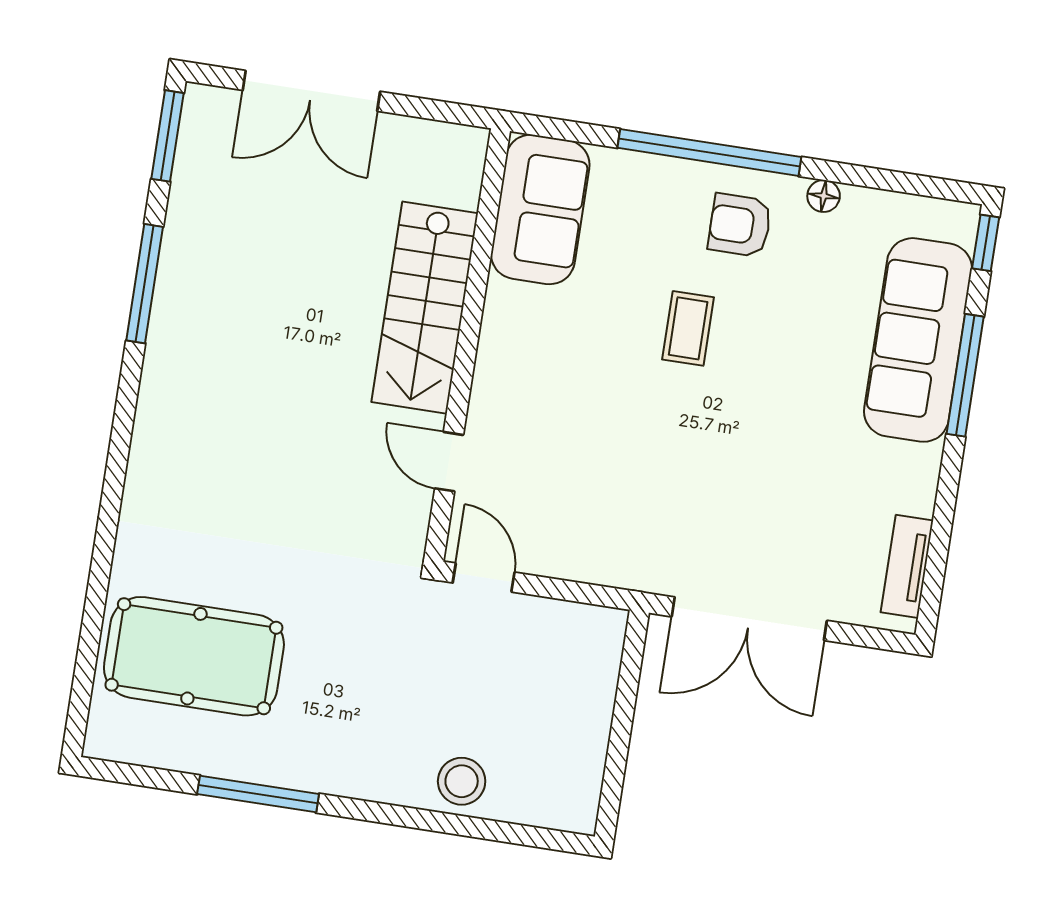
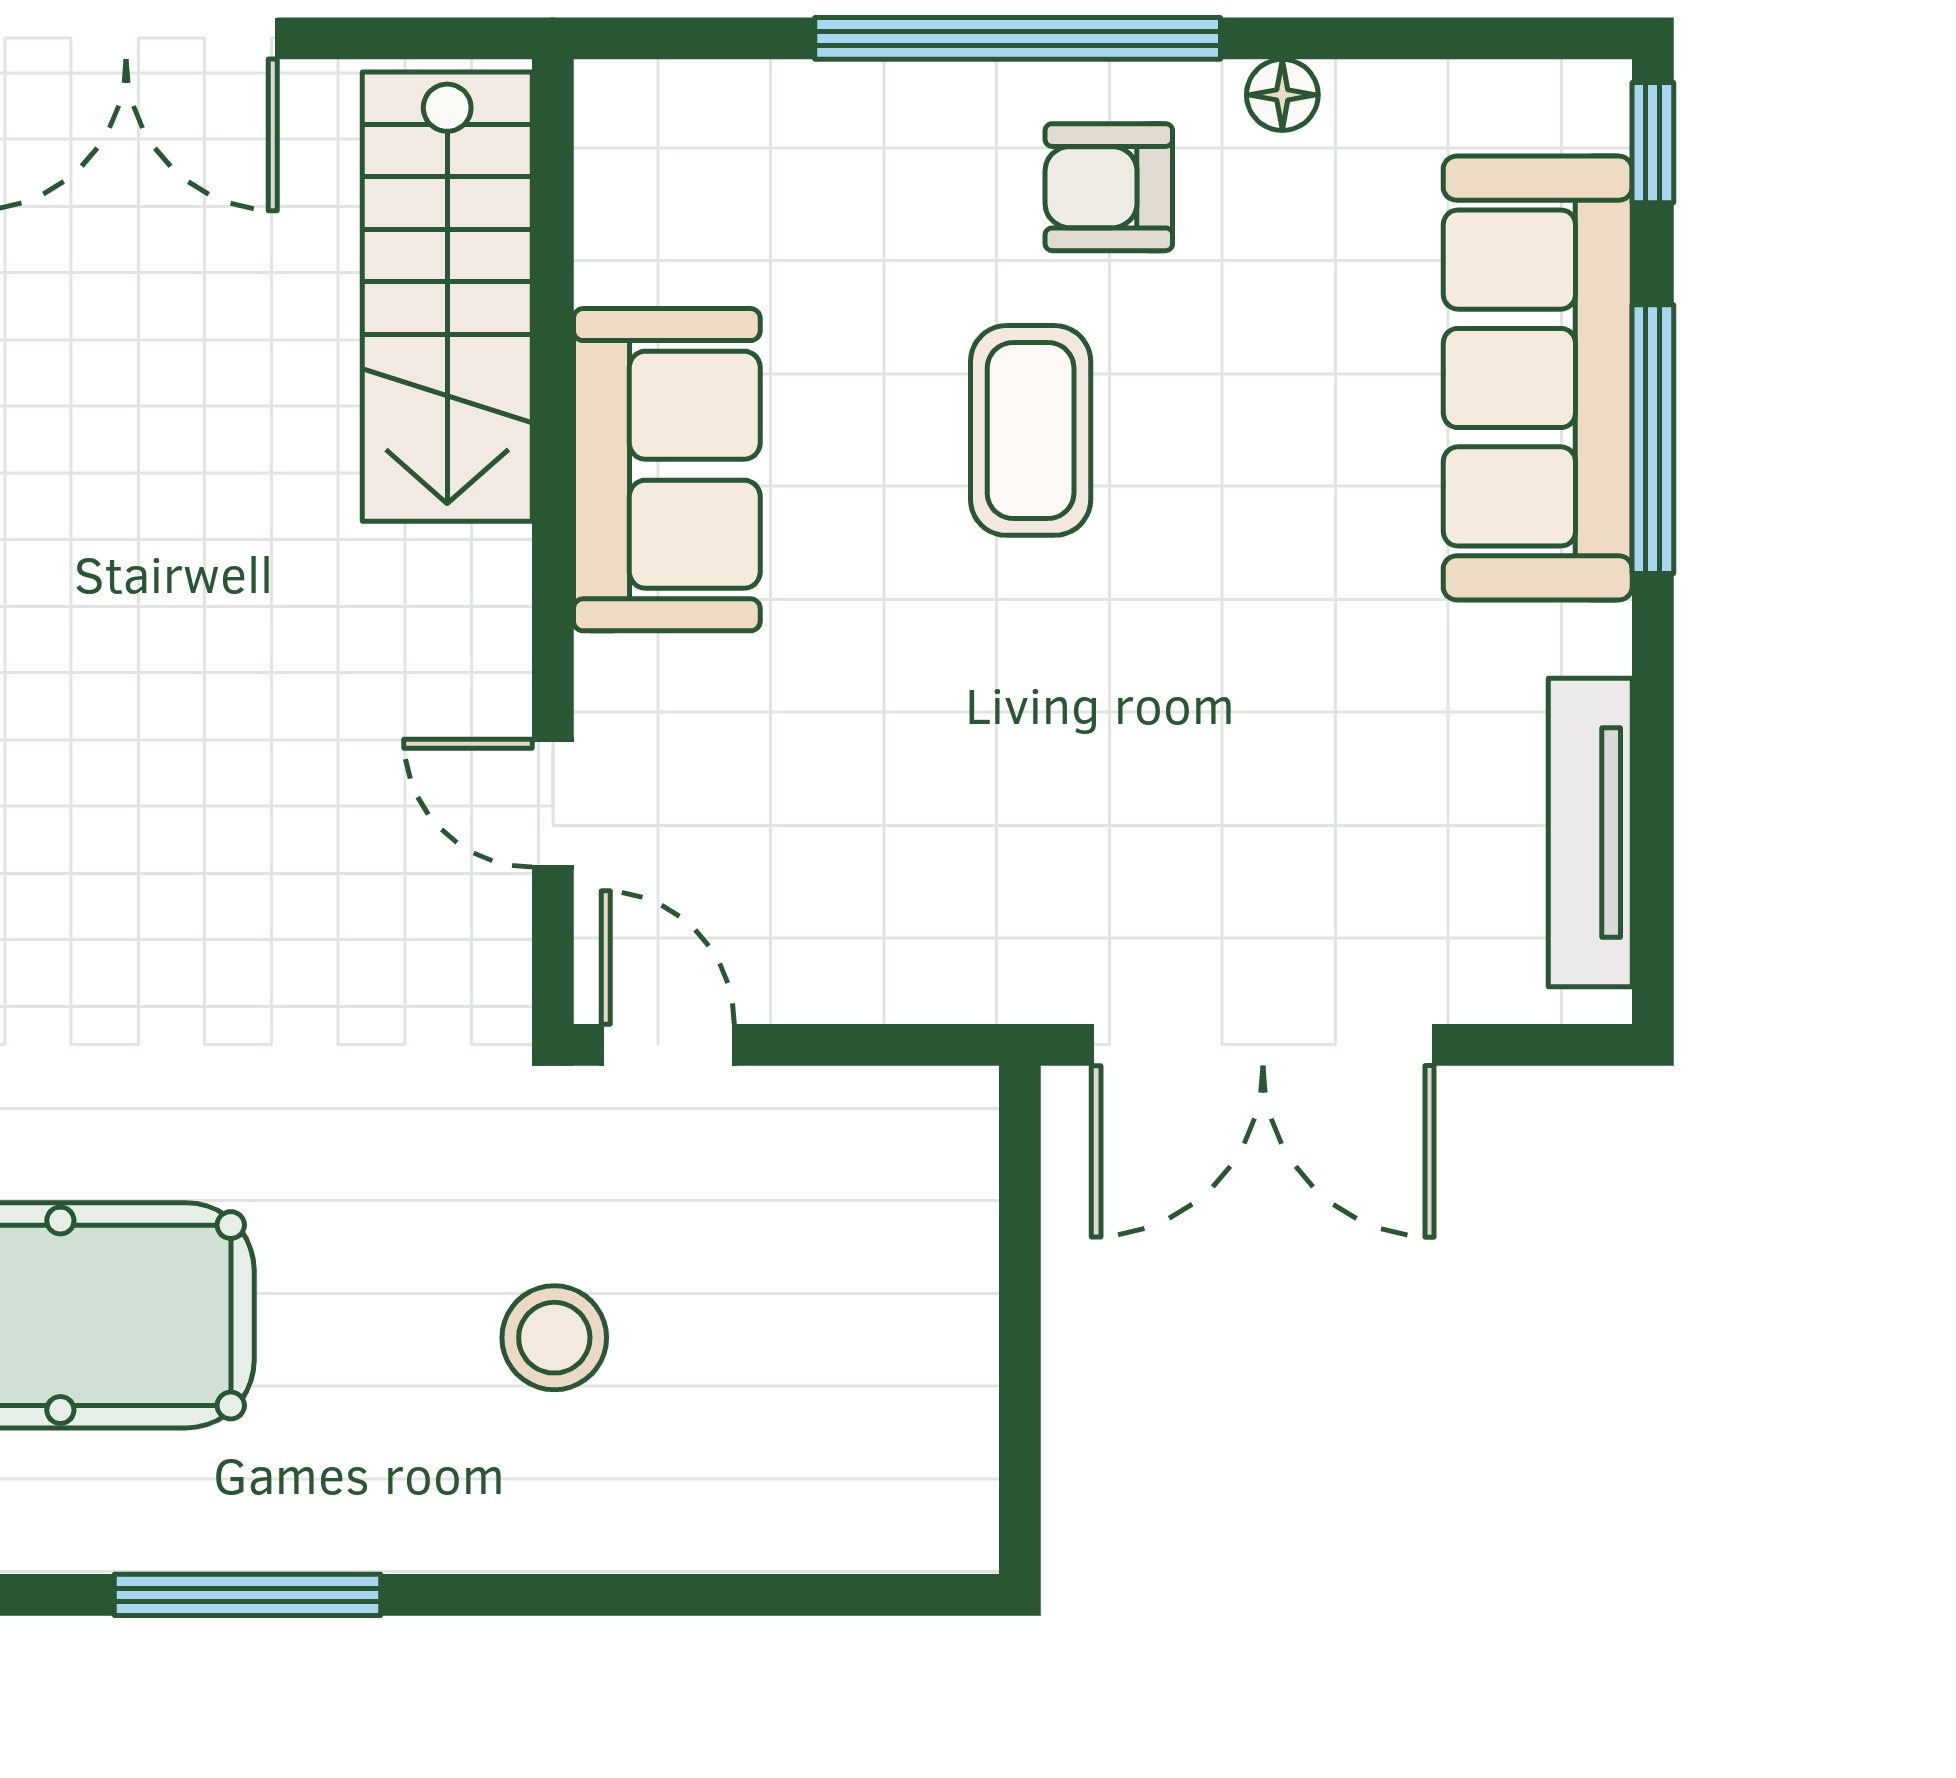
sofa: (540, 209) -> (667, 470), moved
stairs: (425, 308) -> (447, 297), moved
coffee table: (688, 328) -> (1031, 430), width x1.36, depth x1.30
tv unit: (907, 566) -> (1590, 832), width x1.41
stool: (462, 781) -> (554, 1338), moved

